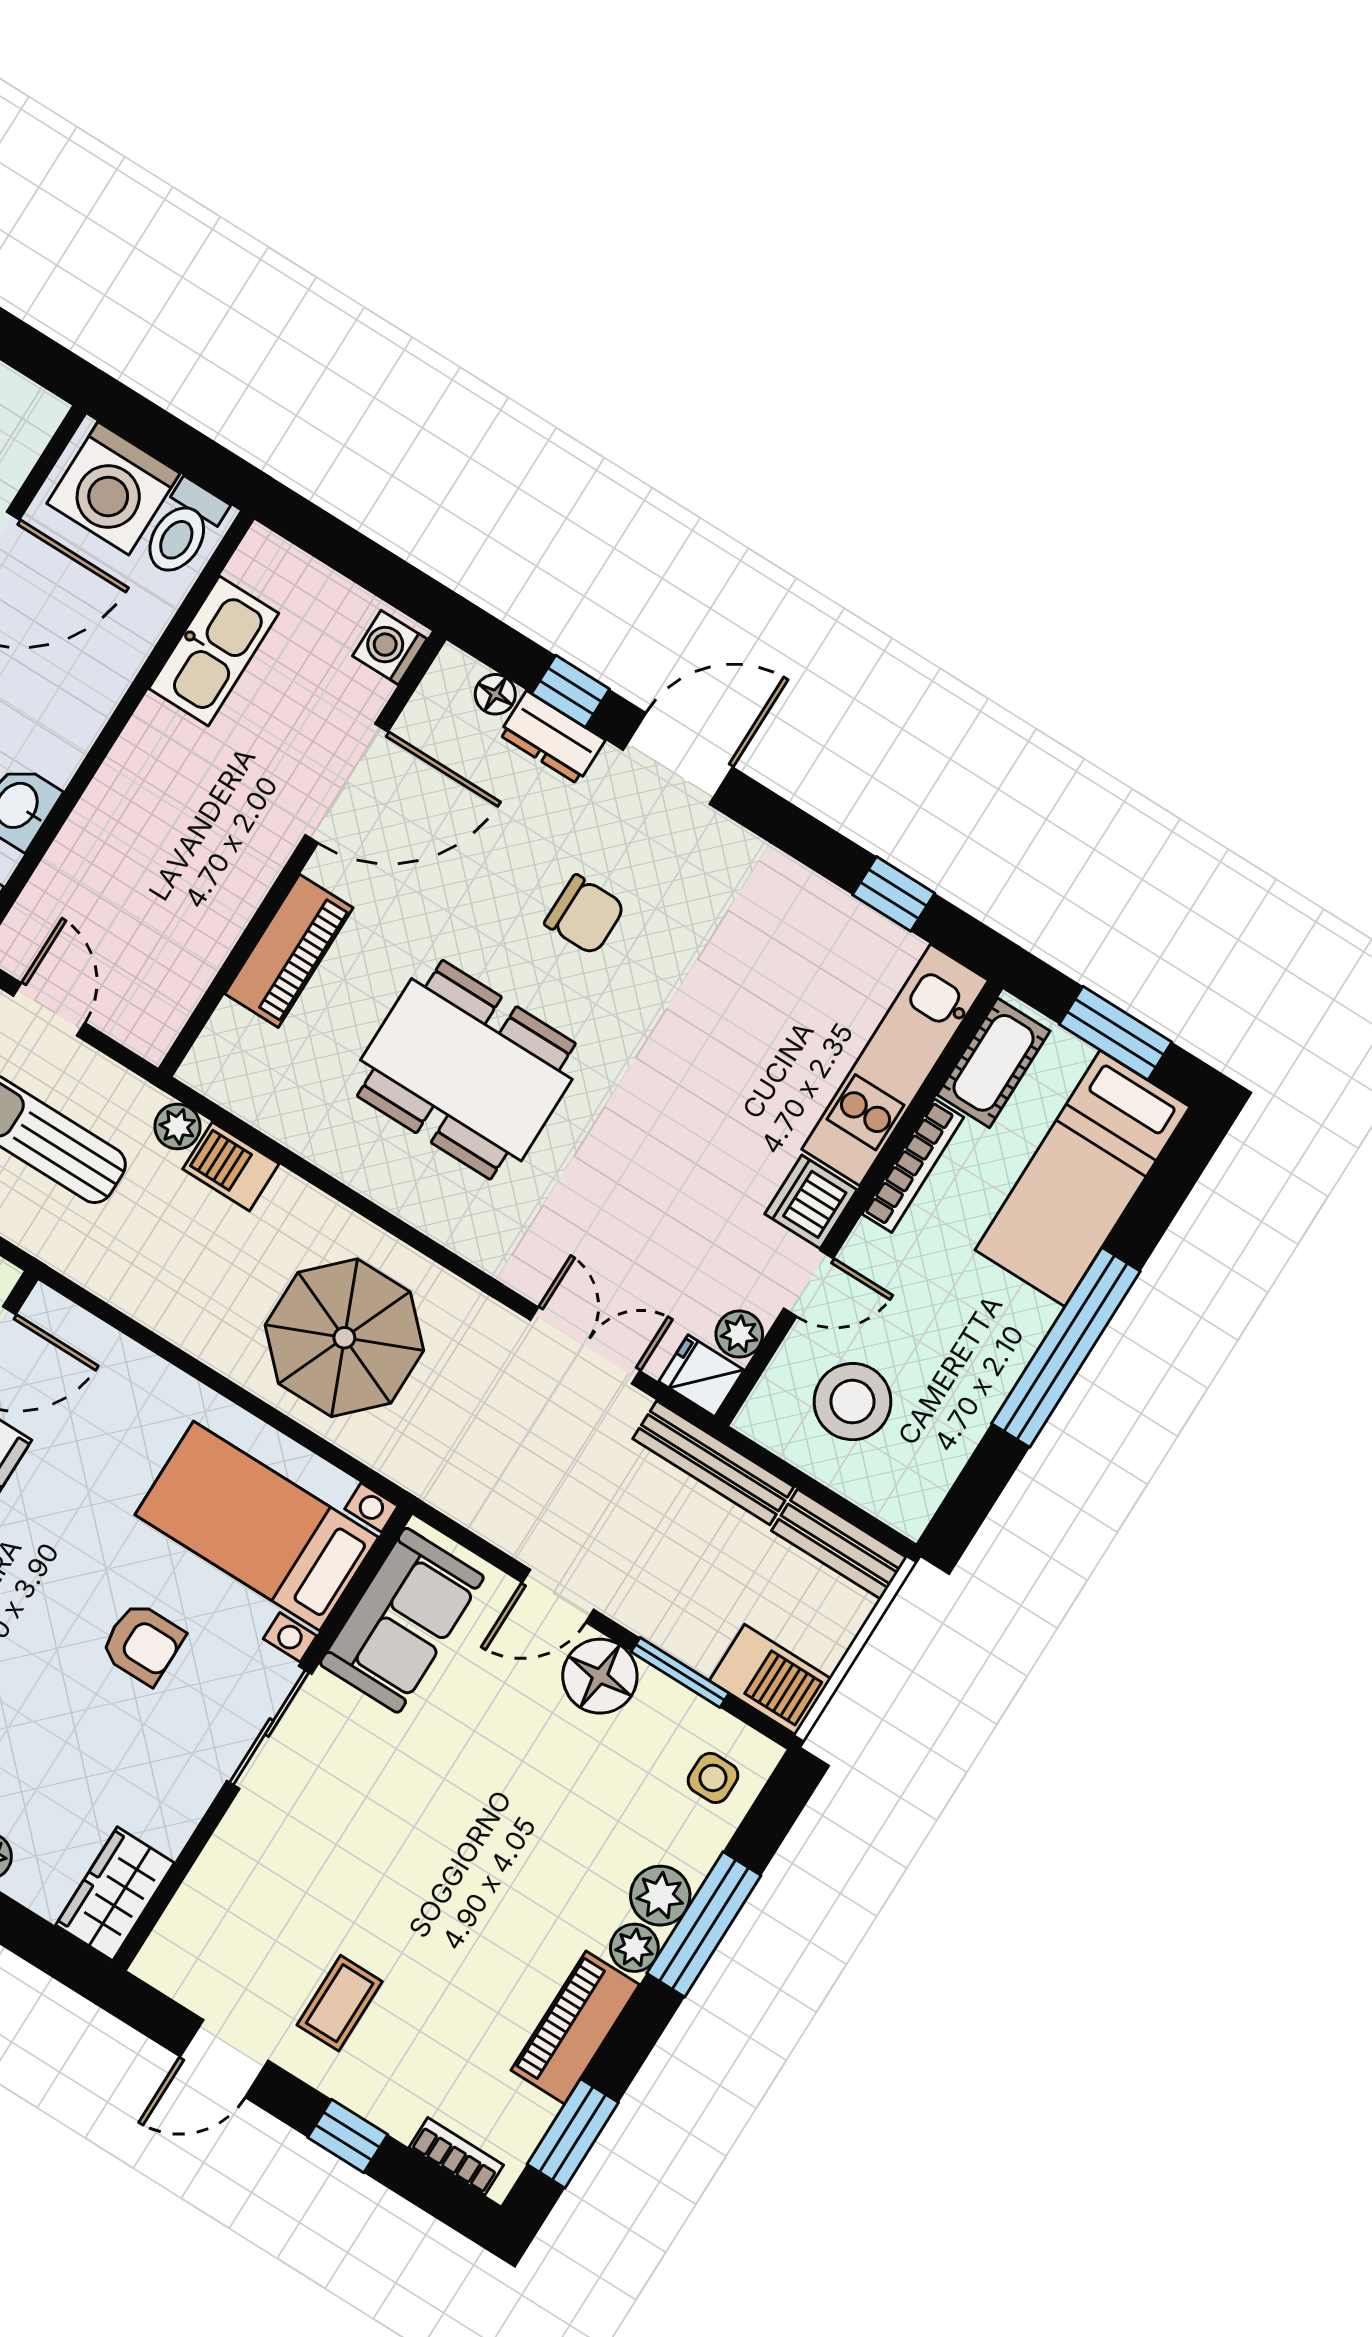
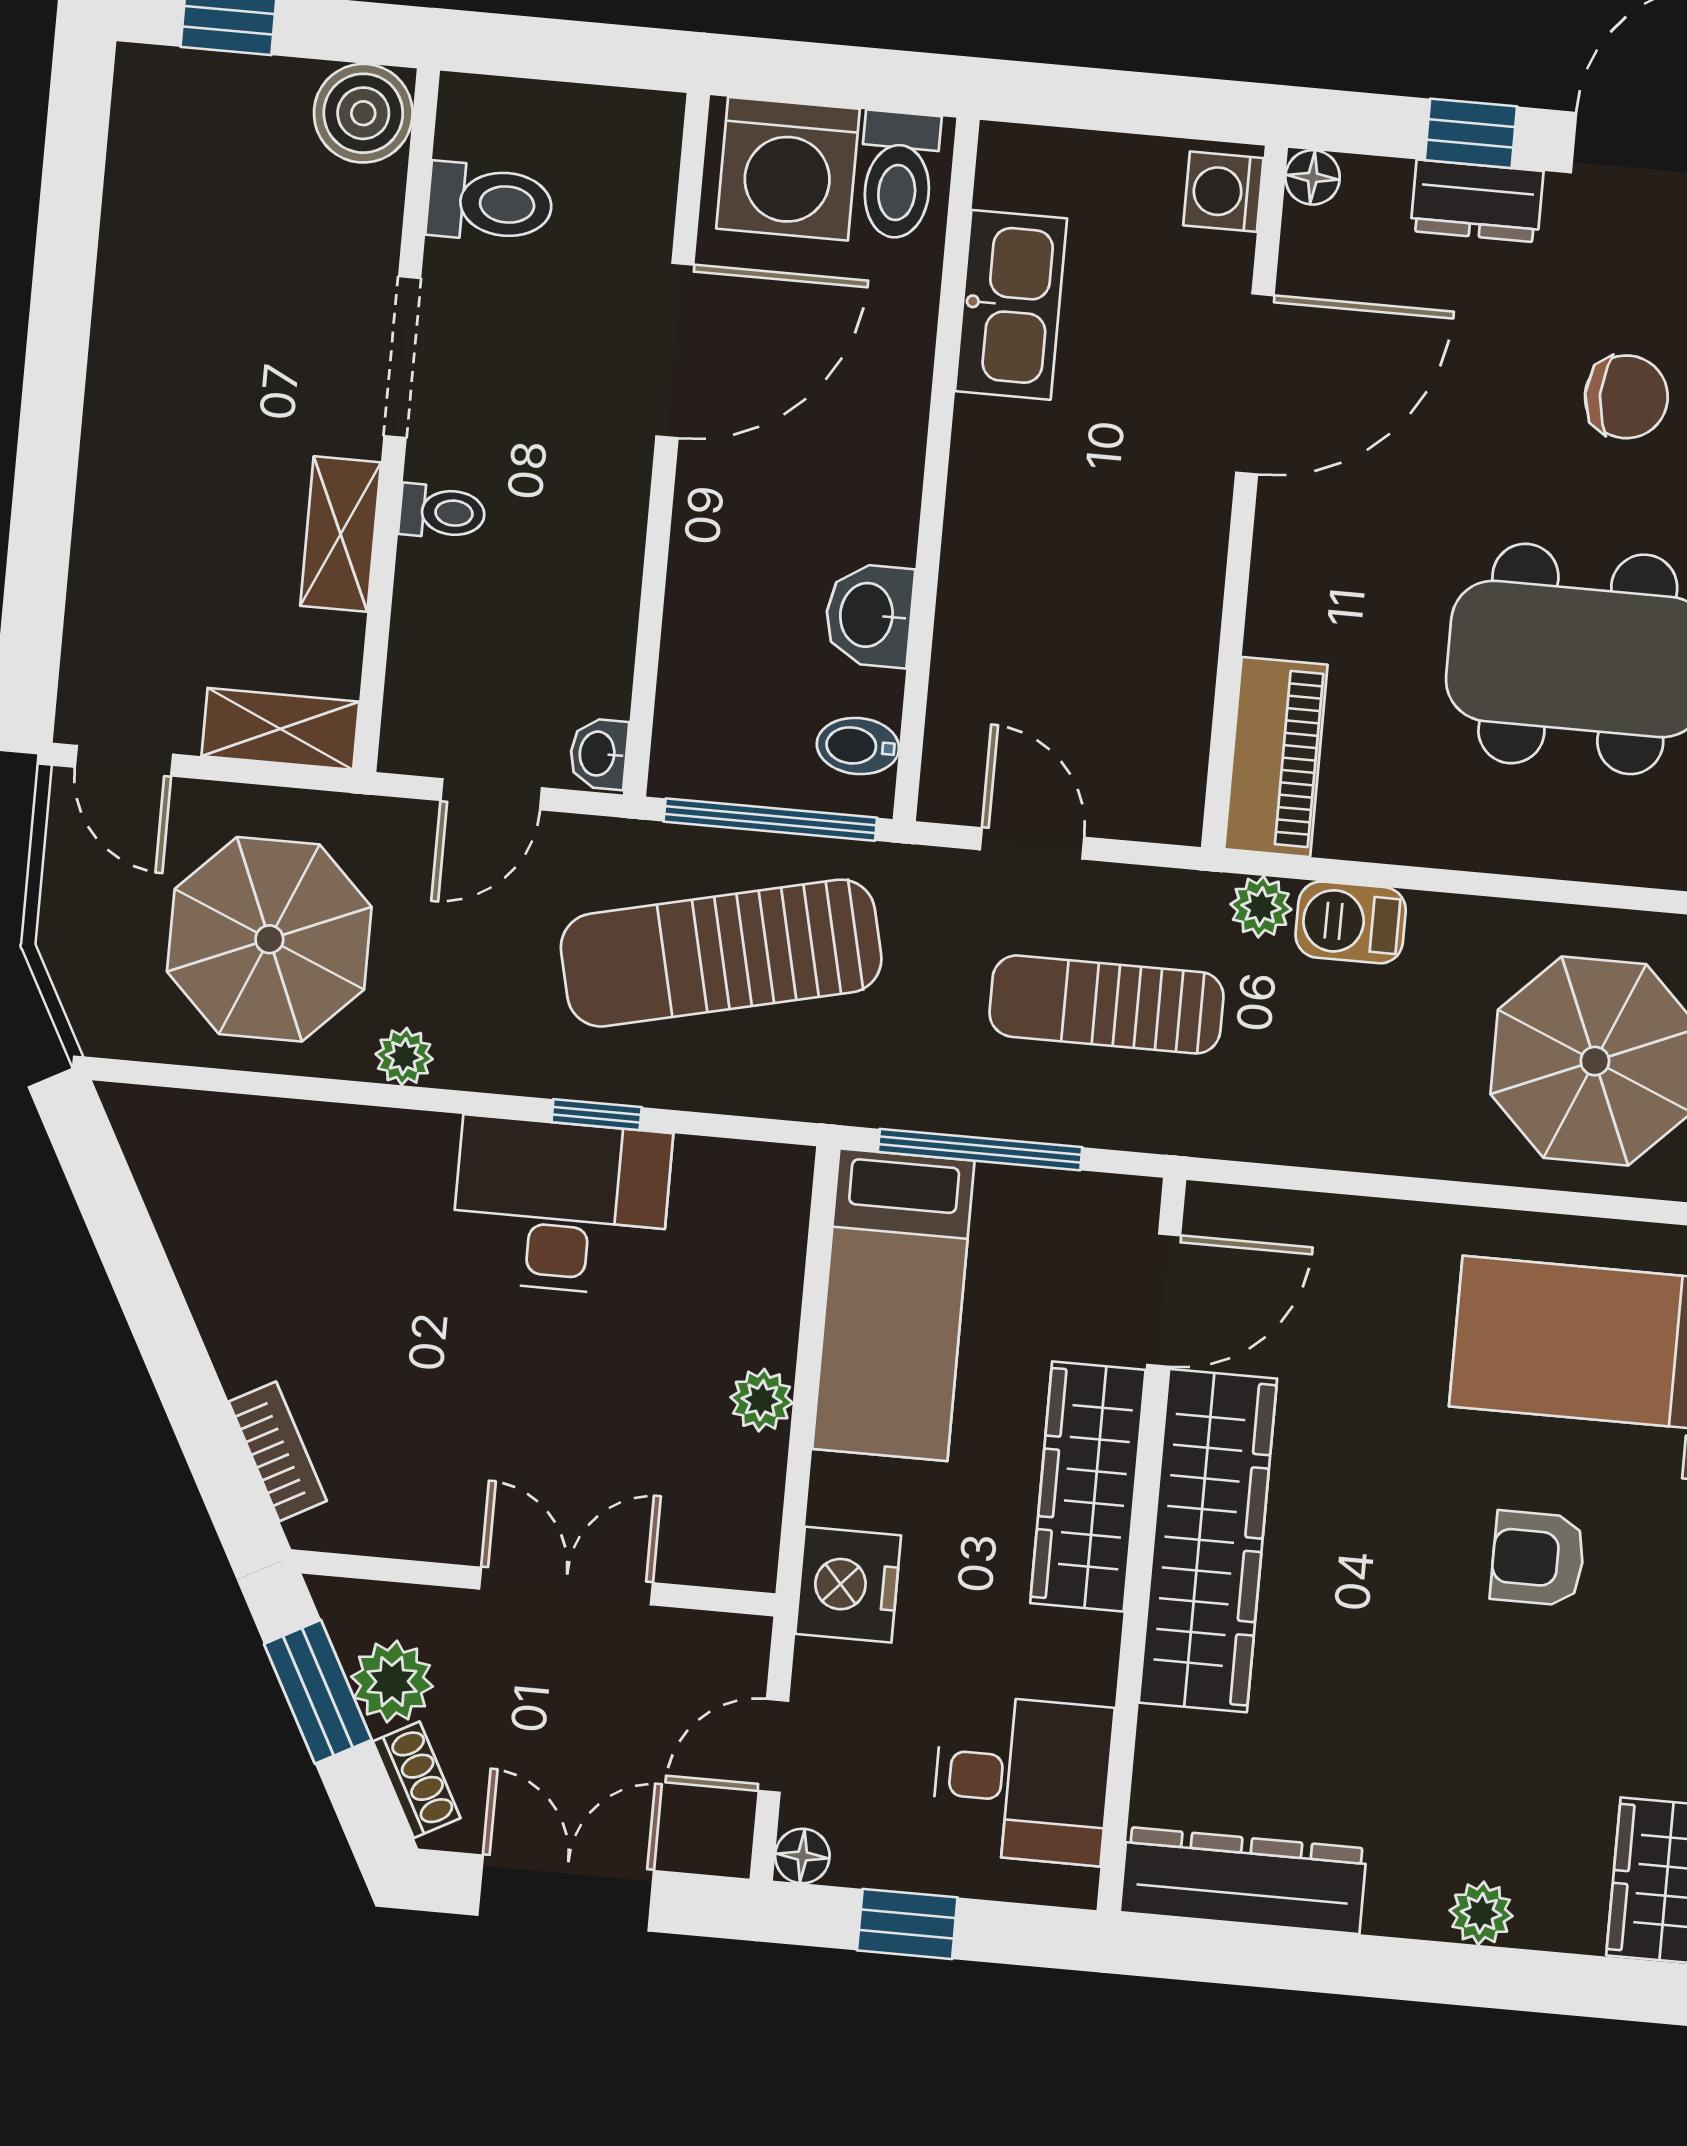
floor lamp: (495, 694) -> (1313, 177), moved
piano: (289, 951) -> (1276, 757), moved
armchair: (143, 1643) -> (1538, 1558), turned 180

